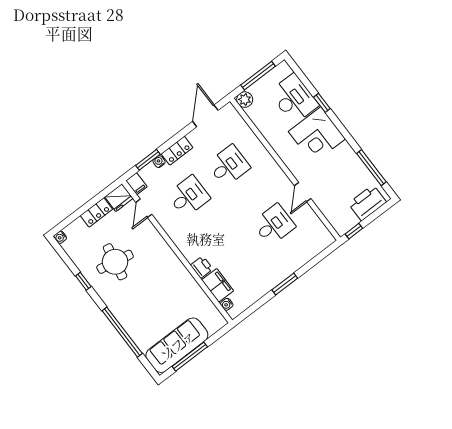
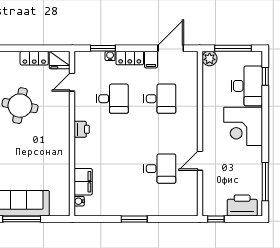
window: (322, 103) -> (265, 76), moved
filing cabinet: (136, 184) -> (151, 60), moved
printer: (202, 267) -> (82, 129), moved

